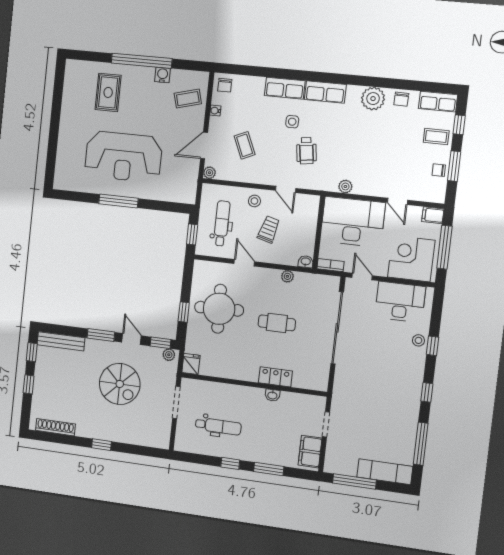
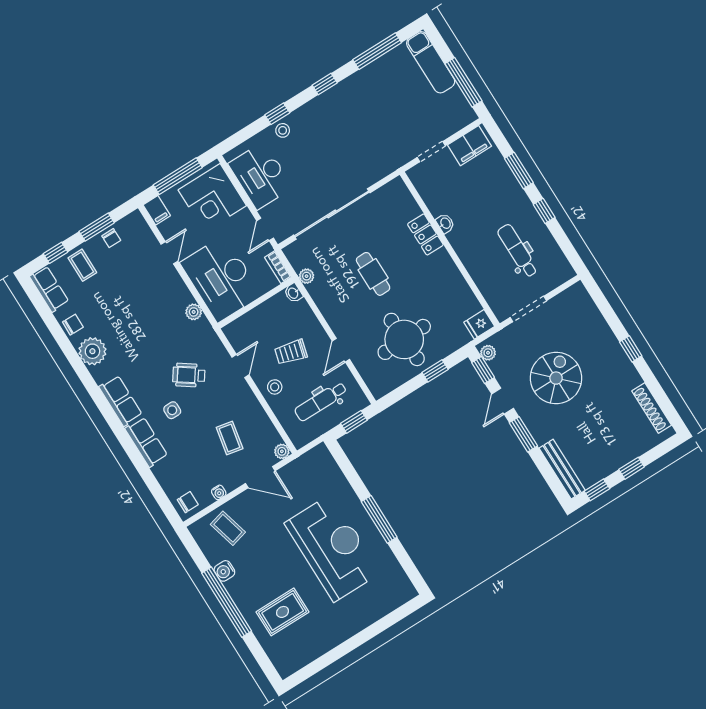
coffee table: (245, 145) -> (230, 438), turned -55
wheelchair: (306, 151) -> (189, 375), turned -137
plant: (287, 276) -> (307, 276), moved

